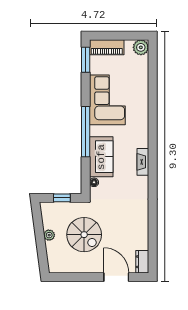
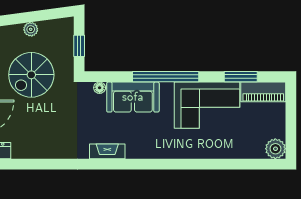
piano: (107, 47) -> (263, 92), moved, turned -90
window: (86, 60) -> (241, 77), moved
fireplace: (143, 162) -> (107, 151), moved

